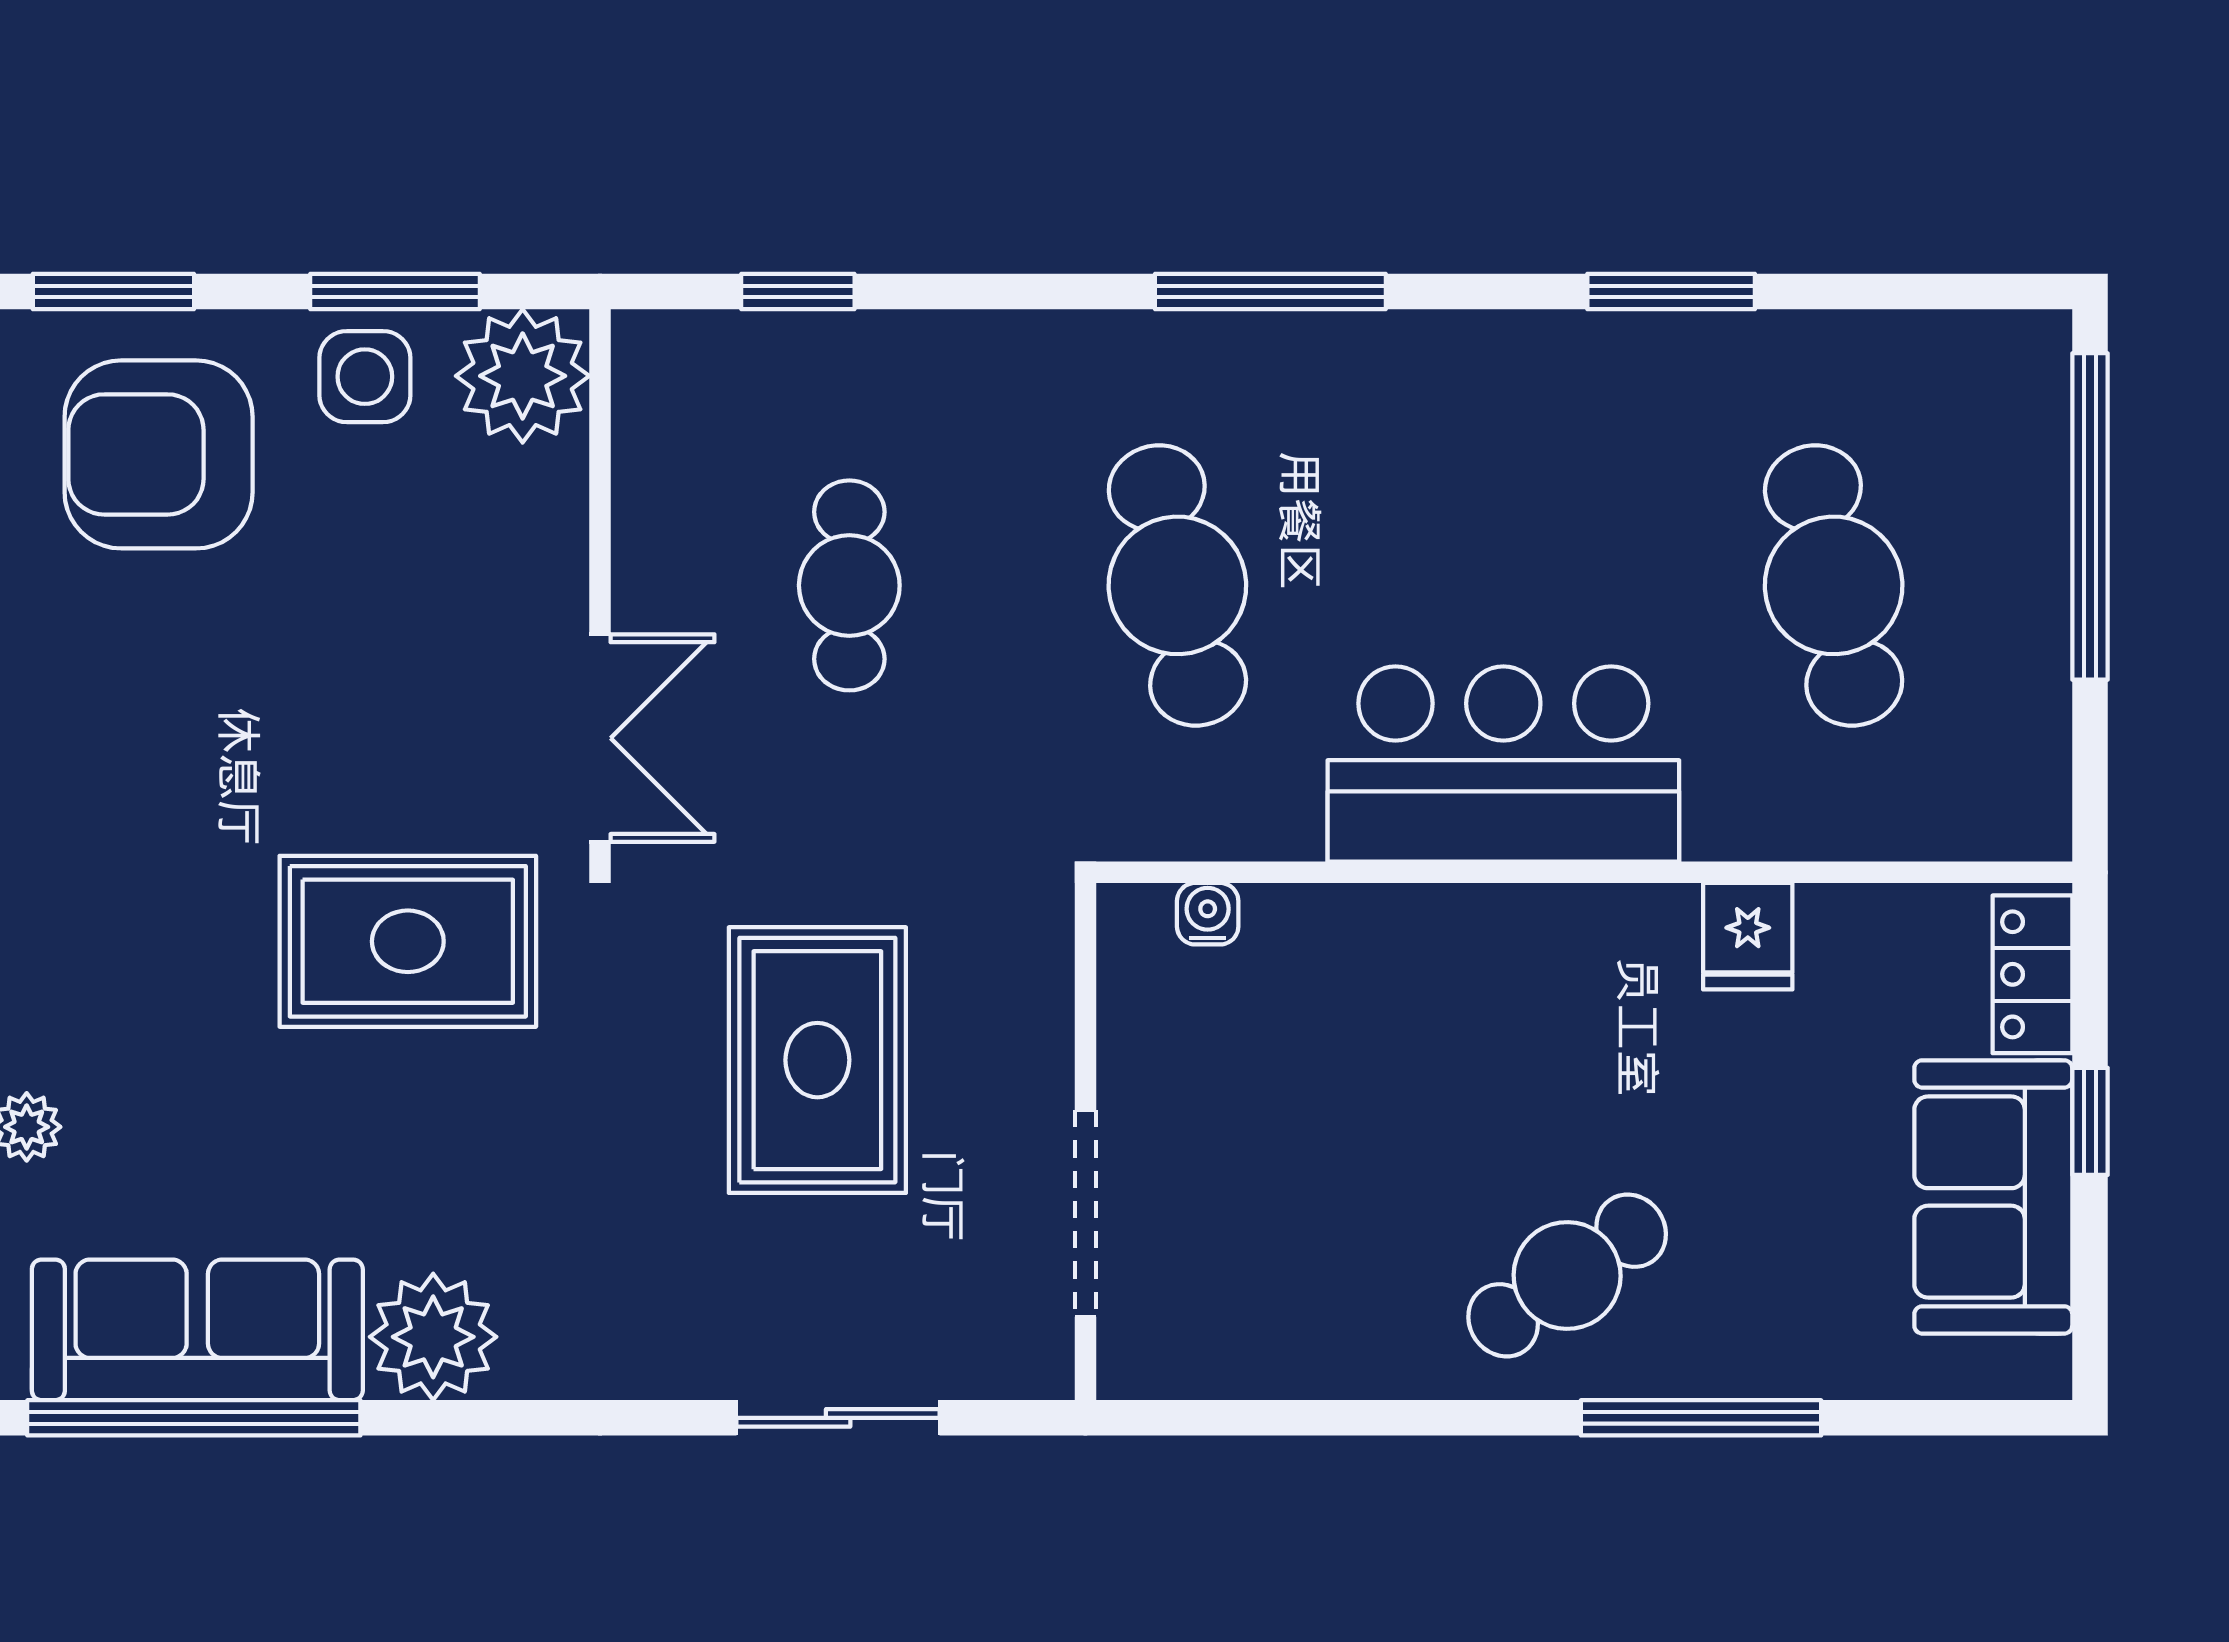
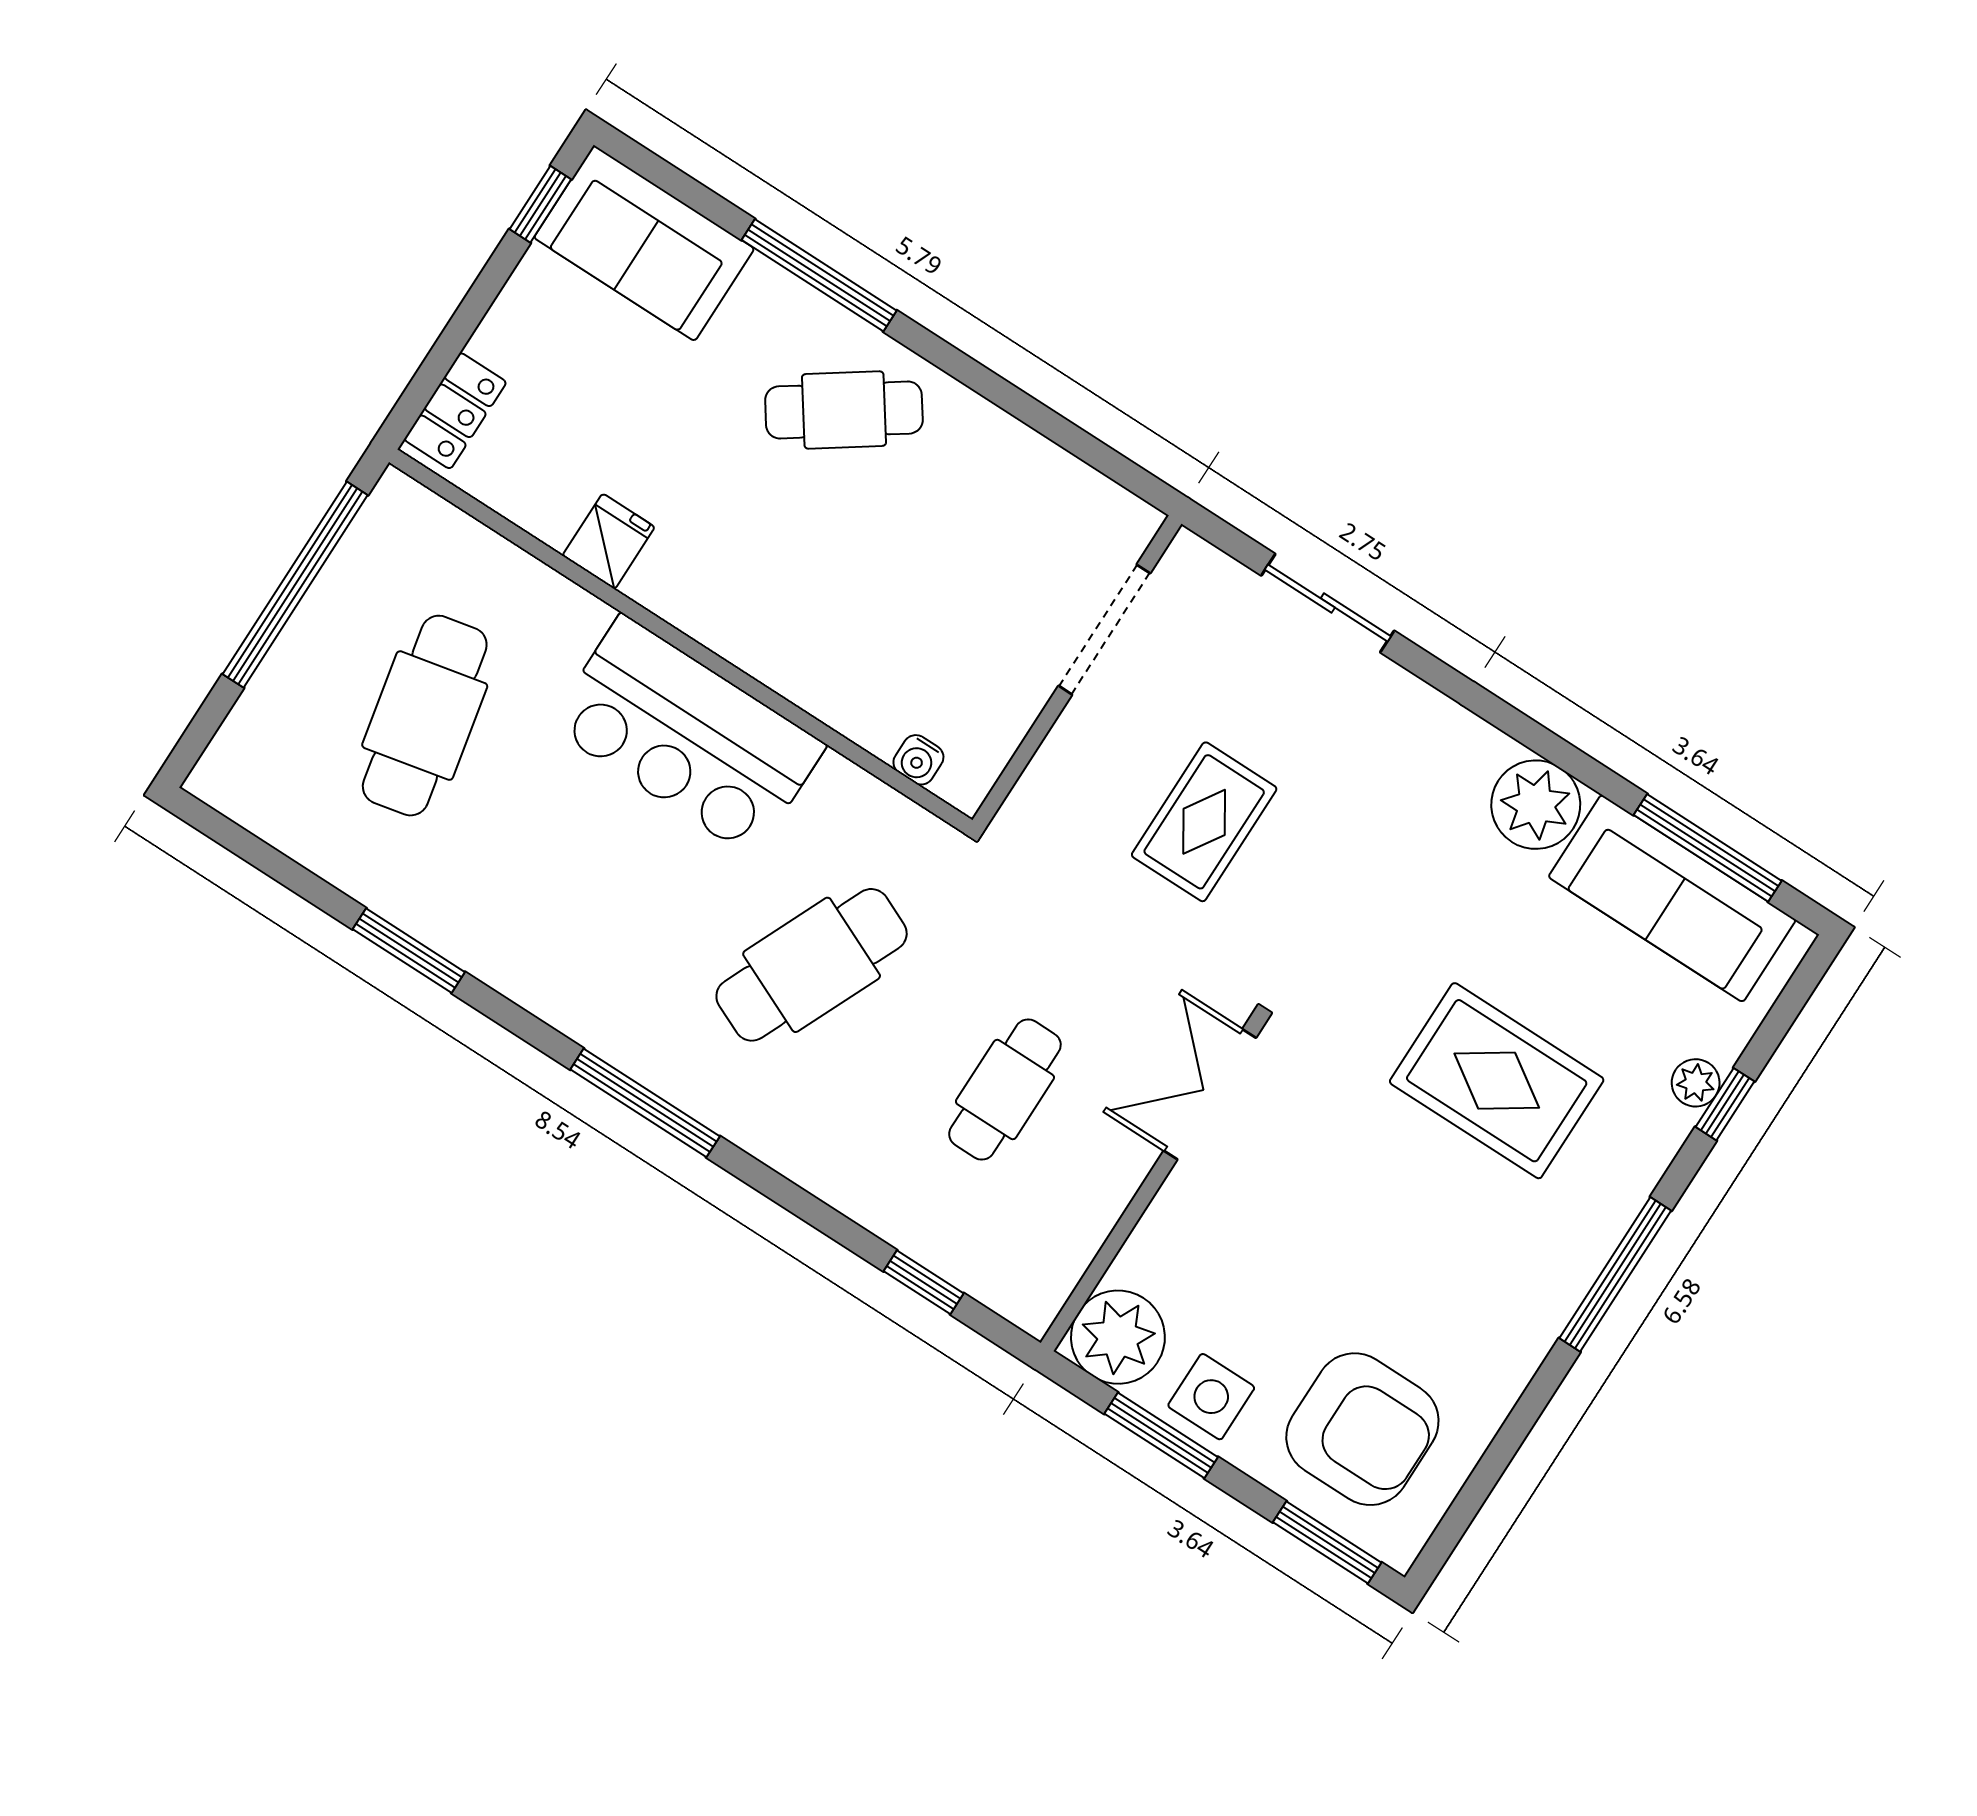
window: (2090, 516) -> (295, 585), moved
cafe table: (1177, 585) -> (812, 965), turned 36
rug: (408, 941) -> (1497, 1081), moved
rug: (817, 1060) -> (1204, 822), width x0.73, depth x0.70
window: (2090, 1121) -> (540, 204), moved
sofa: (1993, 1197) -> (644, 243), moved, turned 90
window: (194, 1418) -> (1708, 848), width x0.68

